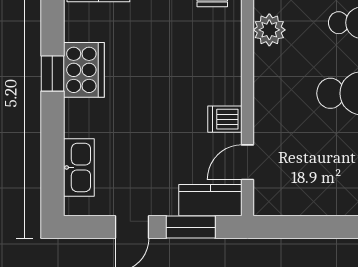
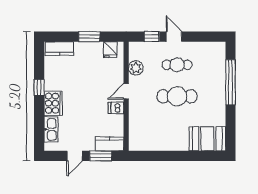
cooker: (84, 70) -> (53, 103), moved
door: (248, 162) -> (126, 91), moved

